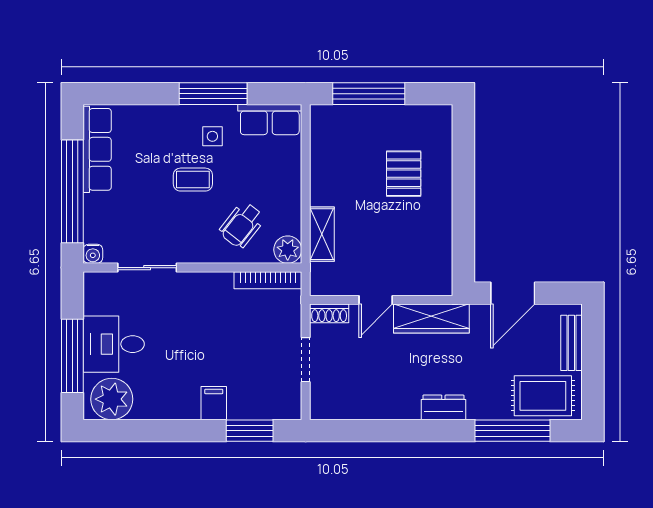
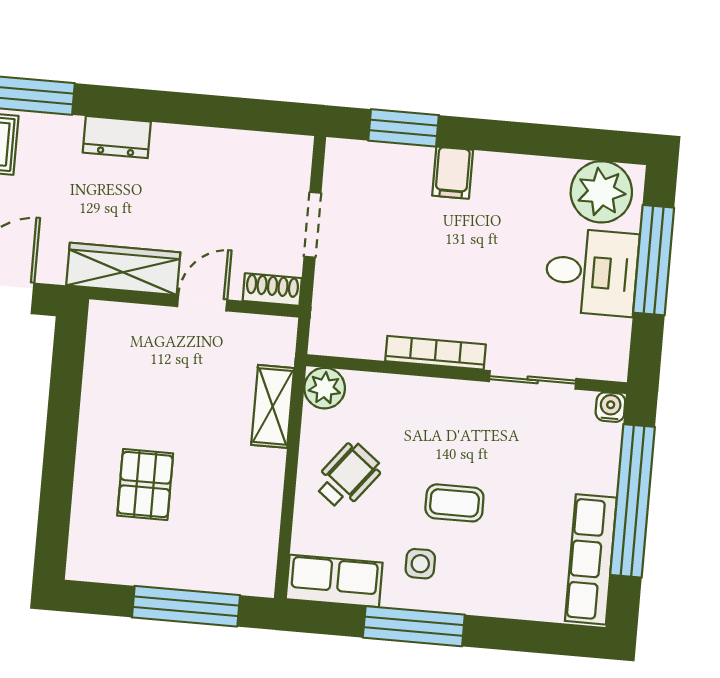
wheelchair: (242, 225) -> (348, 476), moved
bookcase: (268, 280) -> (435, 353), moved

